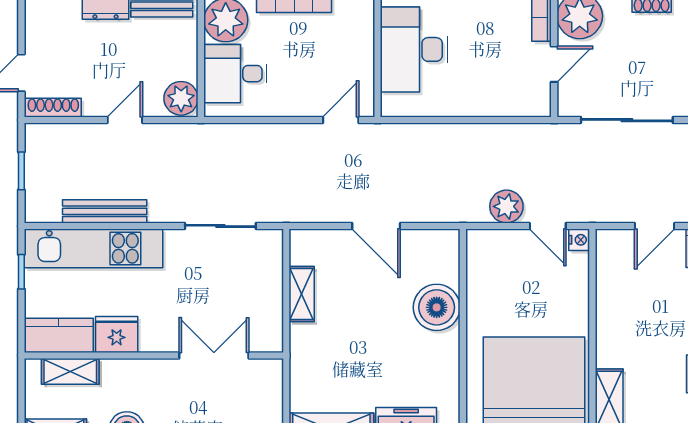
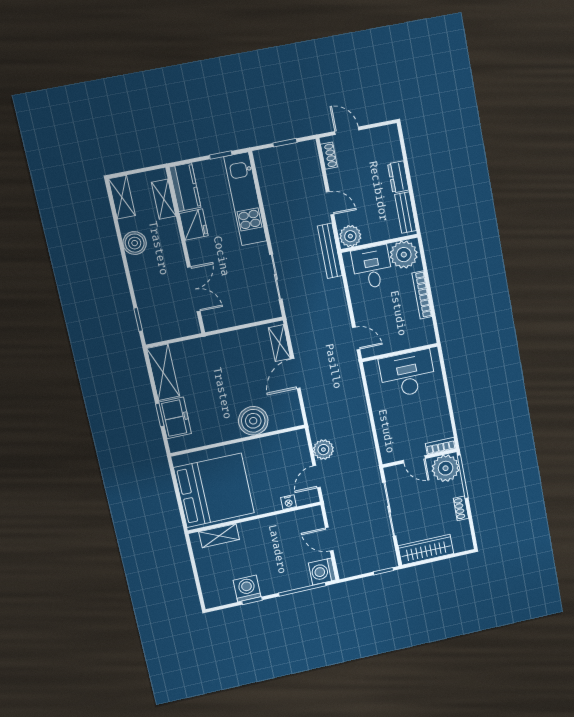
shoe rack: (53, 108) -> (329, 156), width x0.70
bench: (105, 211) -> (330, 251), moved
nightstand: (579, 240) -> (288, 502), moved
shelving: (302, 294) -> (280, 343), moved, turned 90

